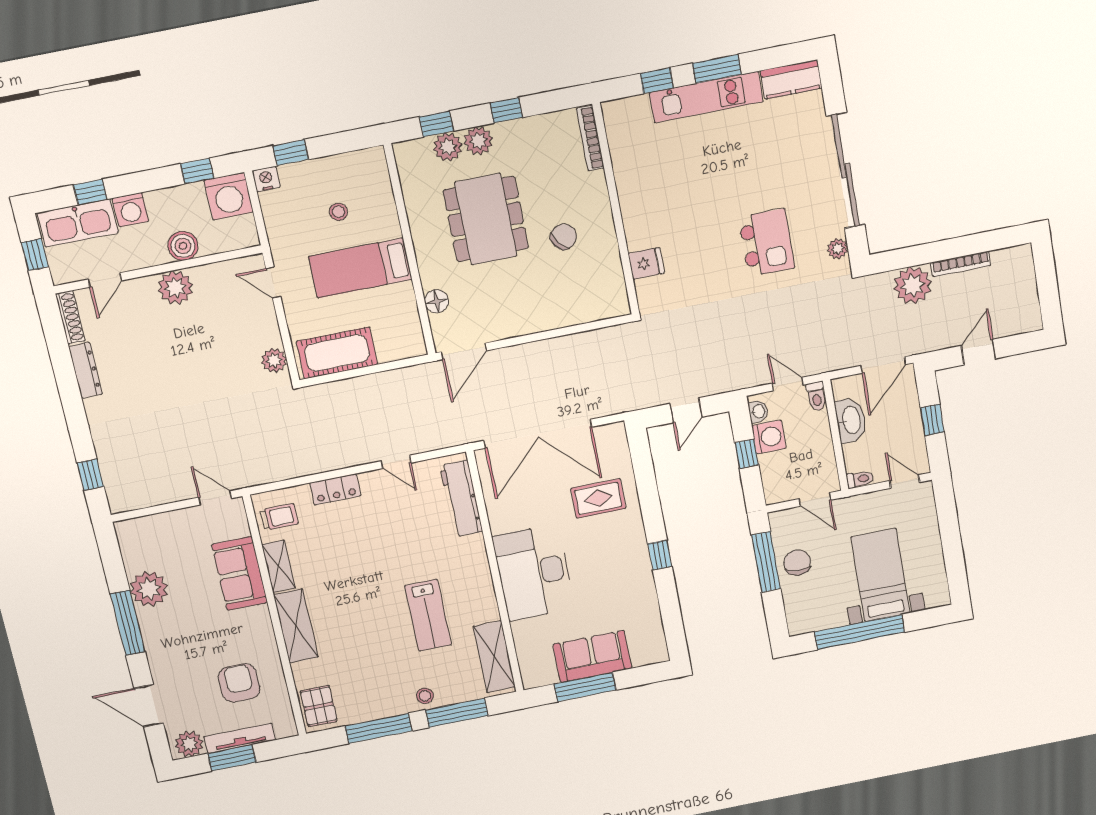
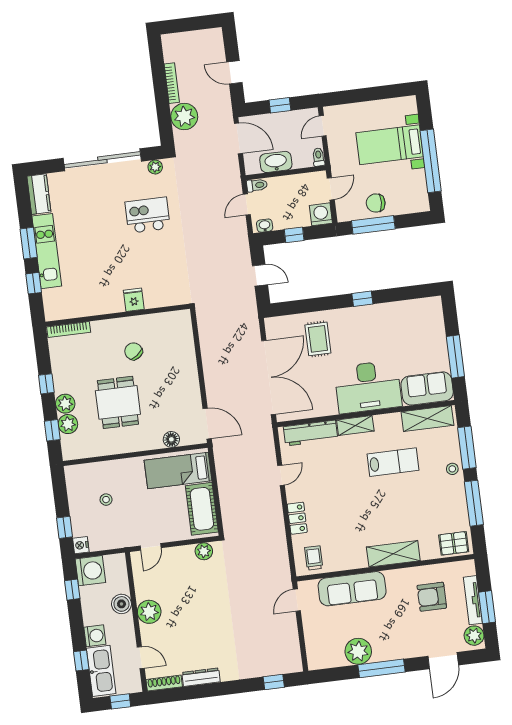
dining table: (486, 219) -> (118, 402), width x0.73
fridge: (646, 263) -> (134, 300), moved
bed: (360, 268) -> (178, 470), moved, turned 90
washing machine: (769, 437) -> (321, 214), moved
shelving: (279, 566) -> (355, 425), moved
sofa: (240, 574) -> (352, 589), width x1.36
sofa: (592, 656) -> (427, 388), moved, turned 90

